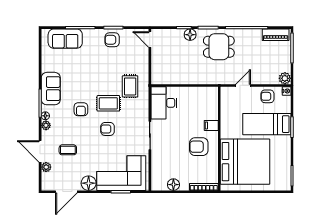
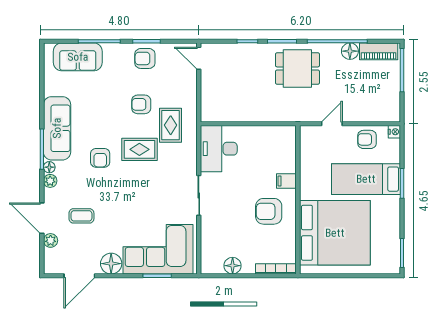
floor lamp: (190, 35) -> (350, 51), moved
plant: (285, 78) -> (392, 114), removed
sofa: (51, 89) -> (57, 128), width x1.36
armchair: (108, 129) -> (141, 104), moved

